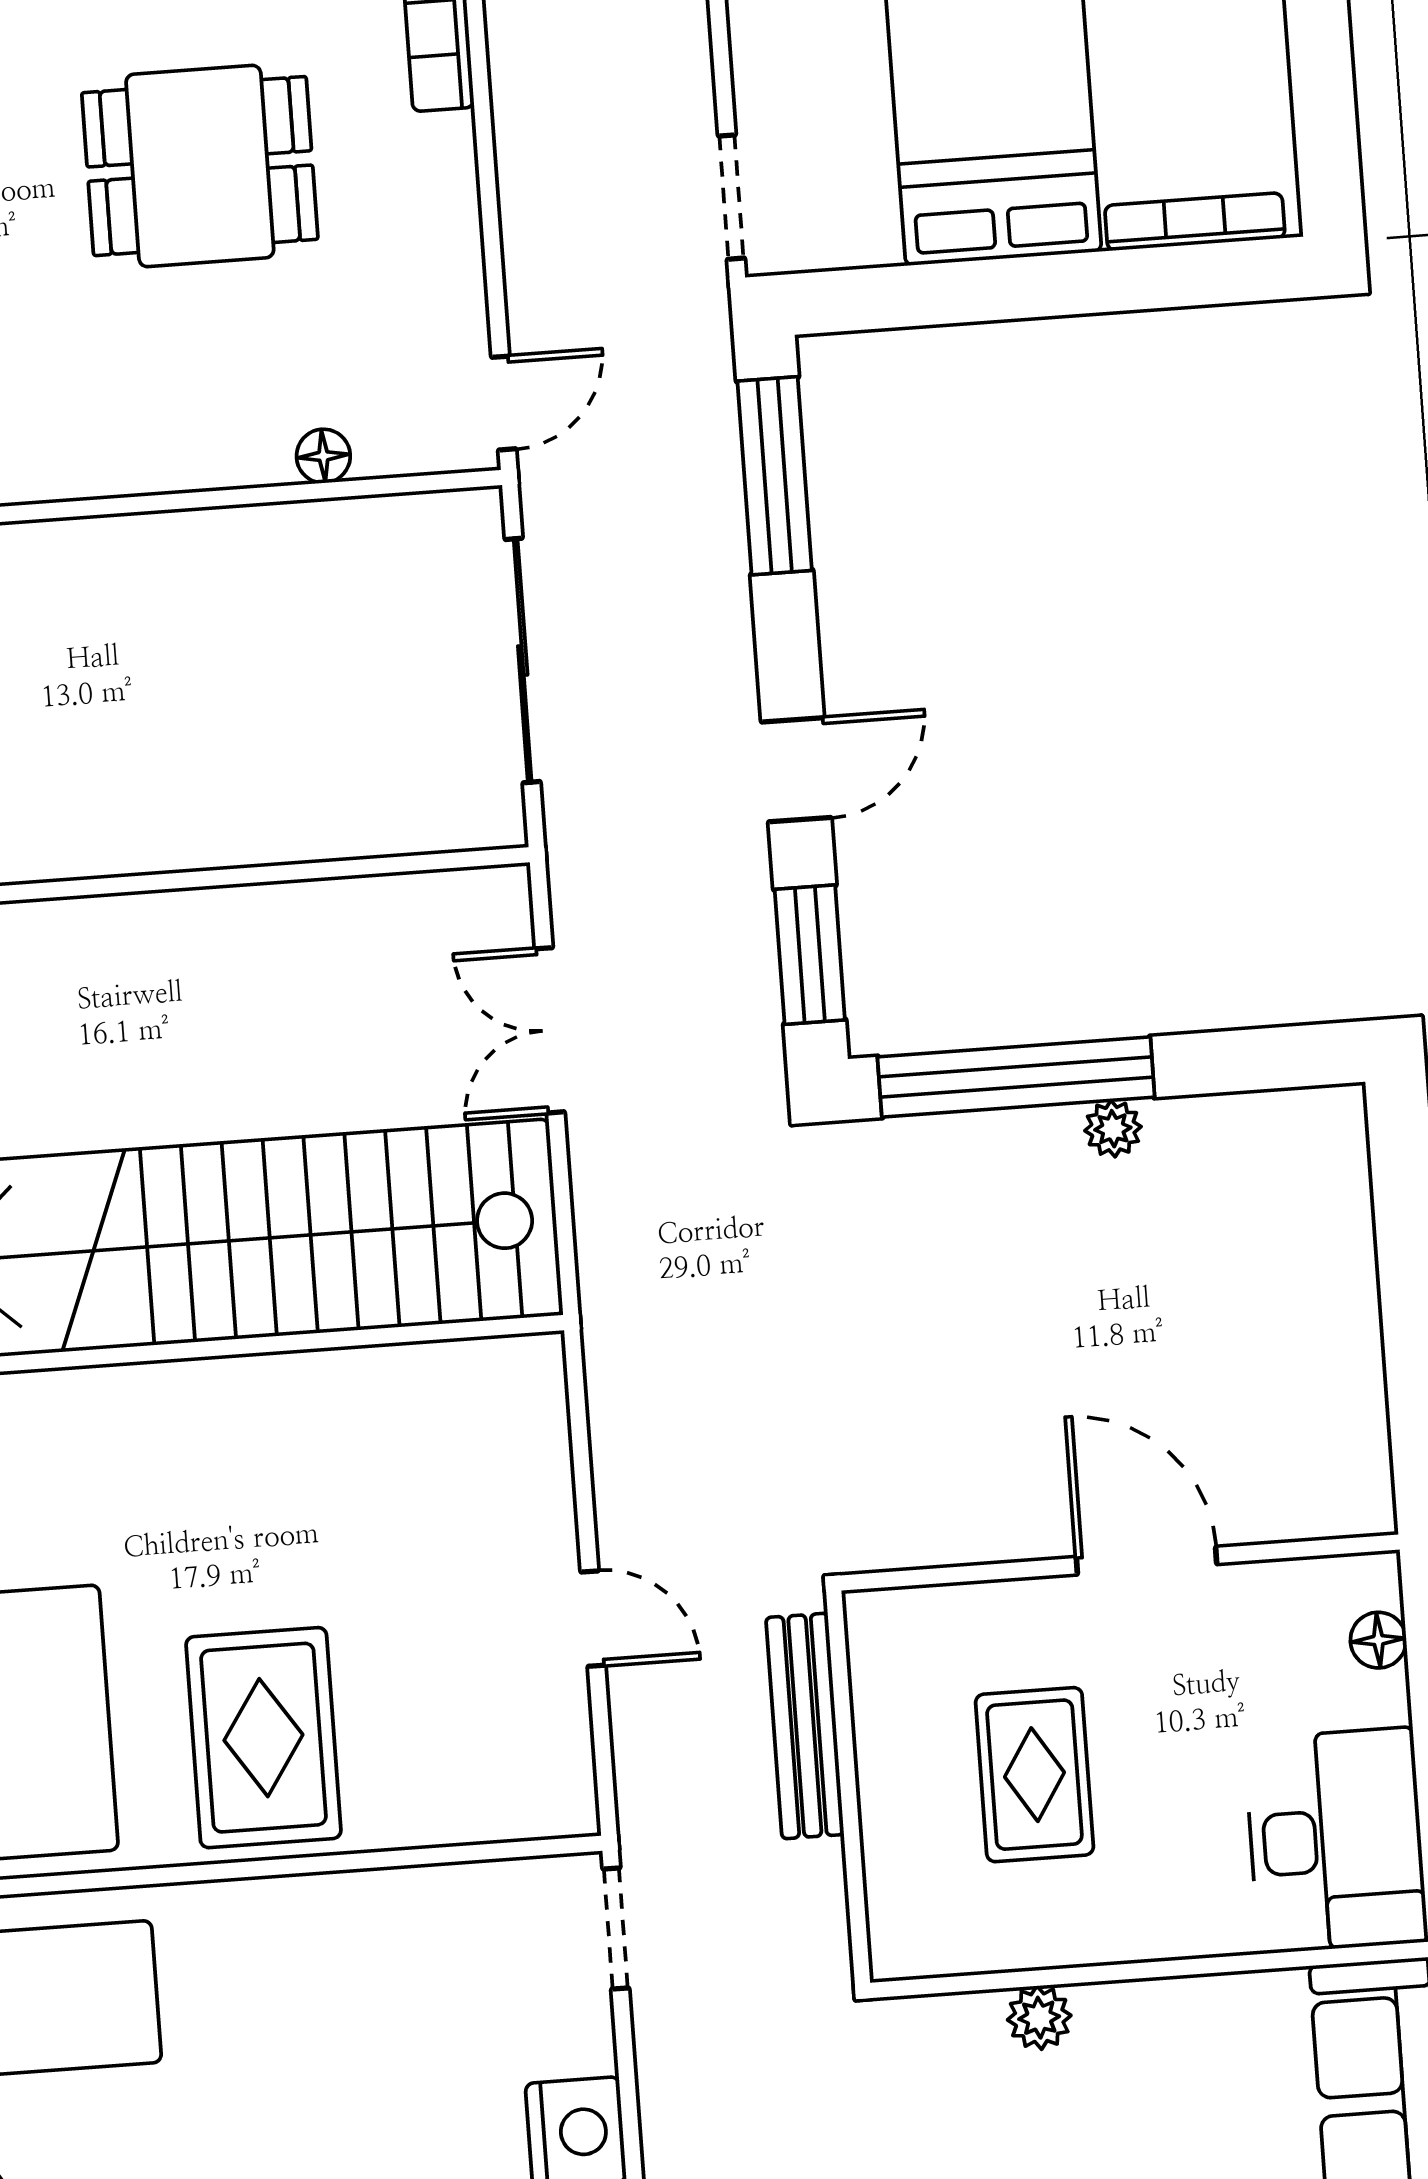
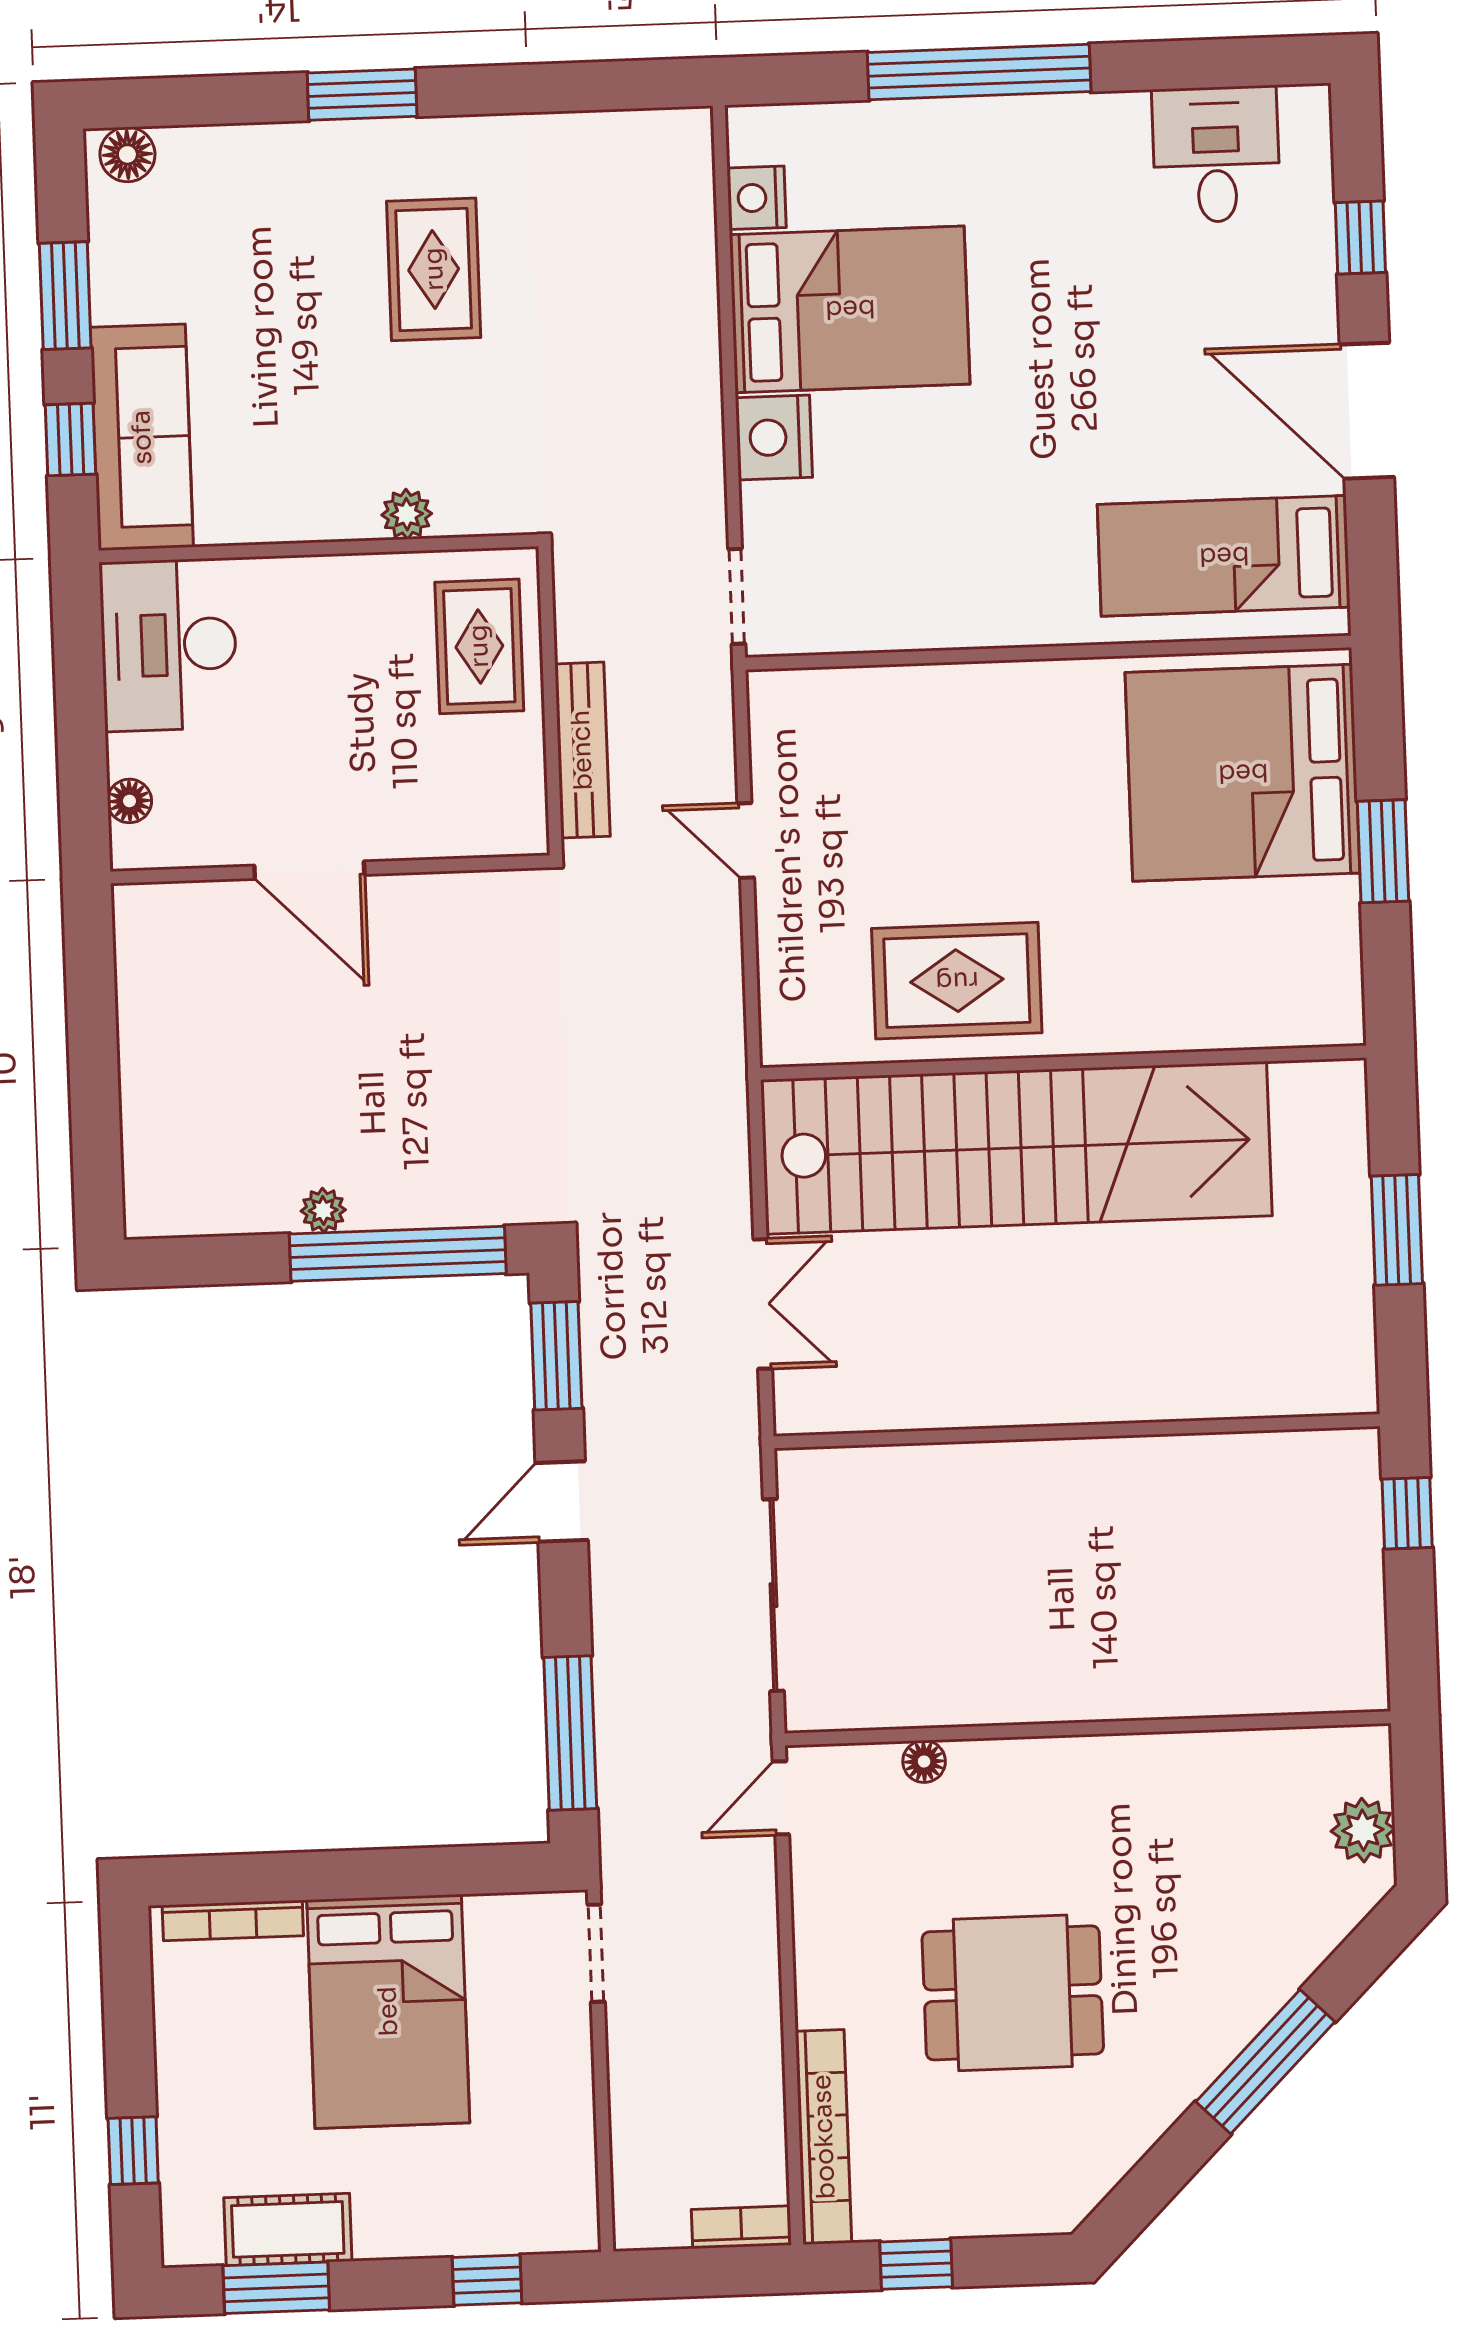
rug: (263, 1738) -> (957, 981), moved, turned 90
rug: (1034, 1775) -> (479, 646), moved

